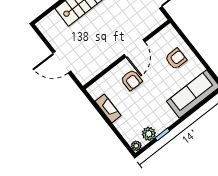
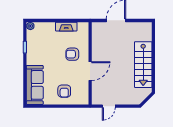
door: (134, 48) -> (90, 71), swing flipped
plant: (149, 134) -> (32, 39), removed

